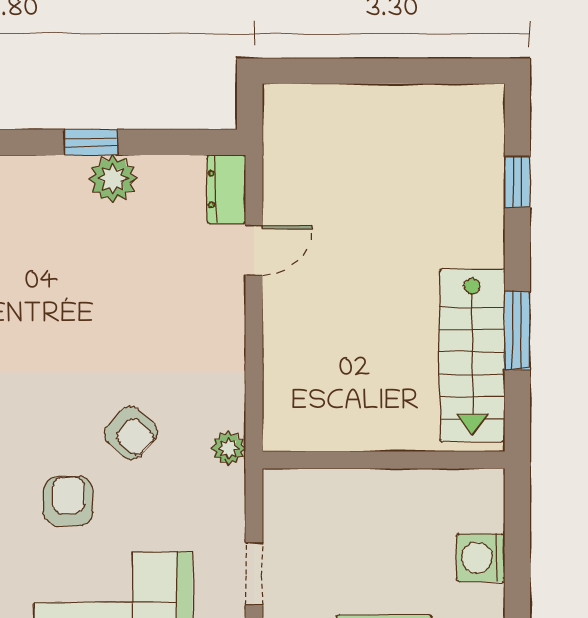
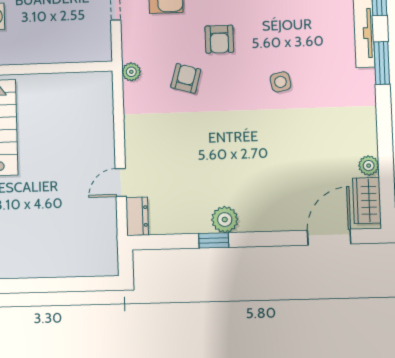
plant: (113, 179) -> (225, 220), moved
armchair: (131, 433) -> (186, 78), turned 64

